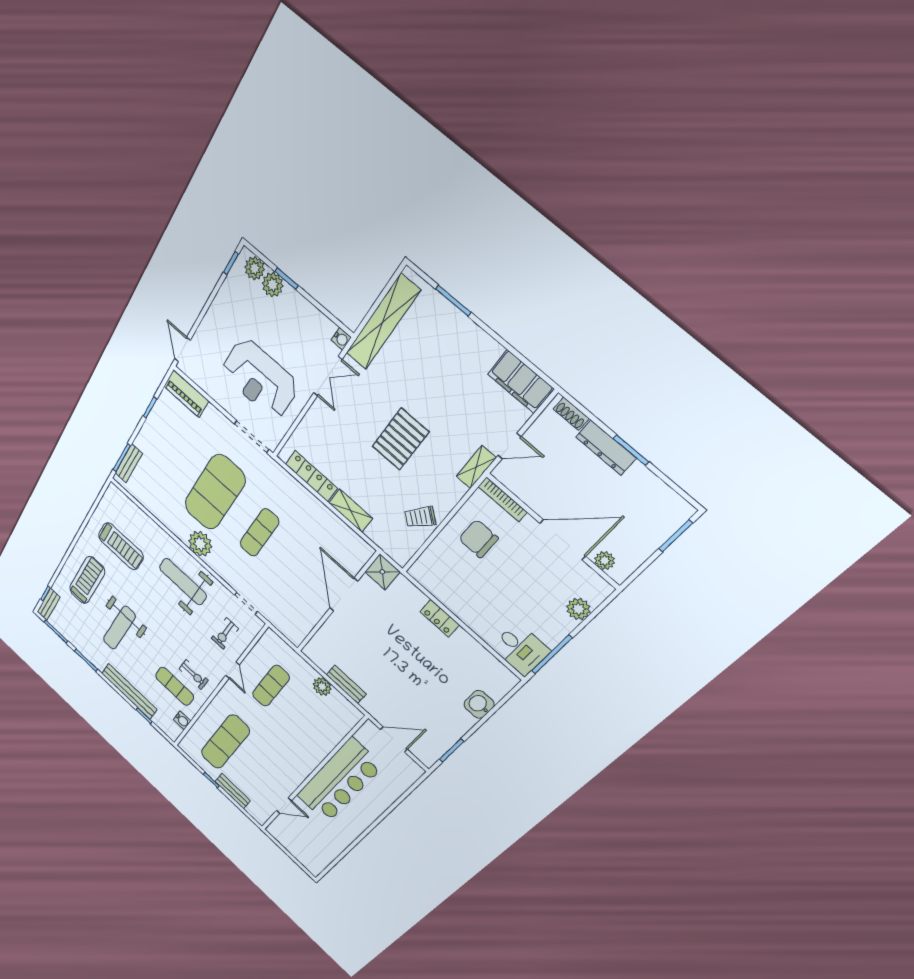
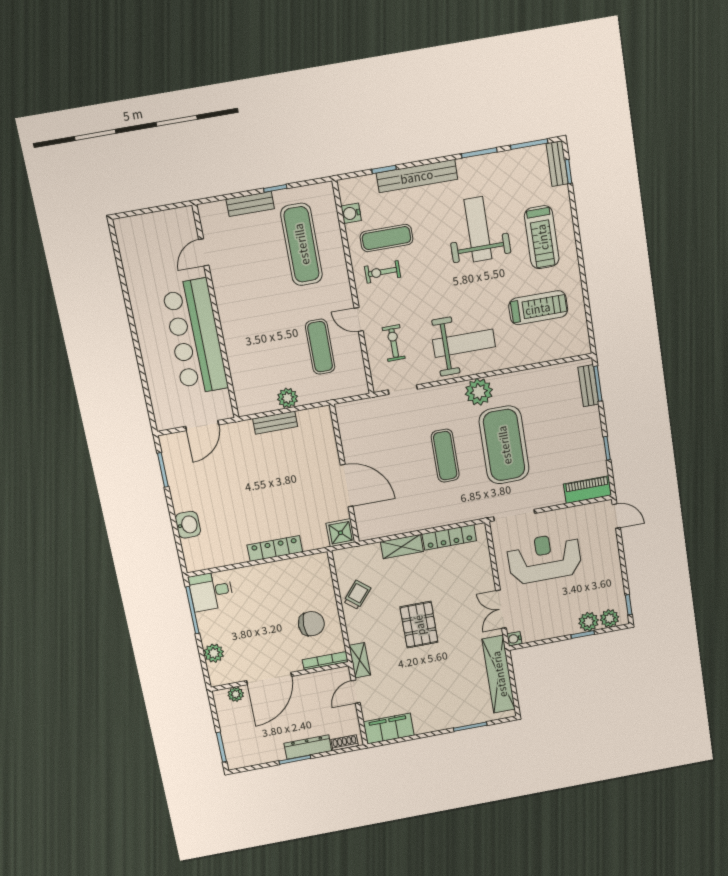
treadmill: (121, 546) -> (538, 308), turned 180
locker: (440, 618) -> (275, 548), width x1.53

